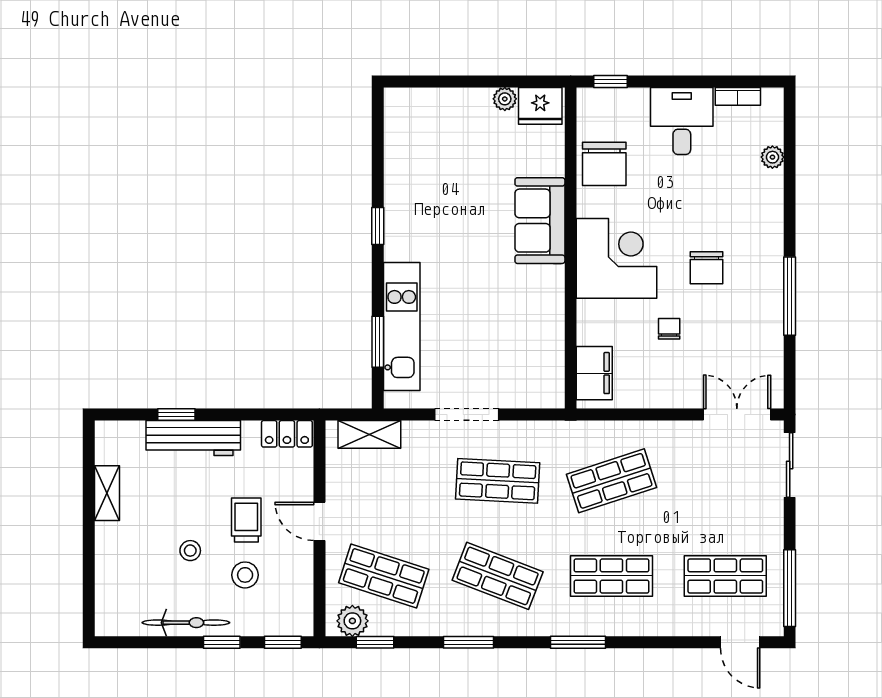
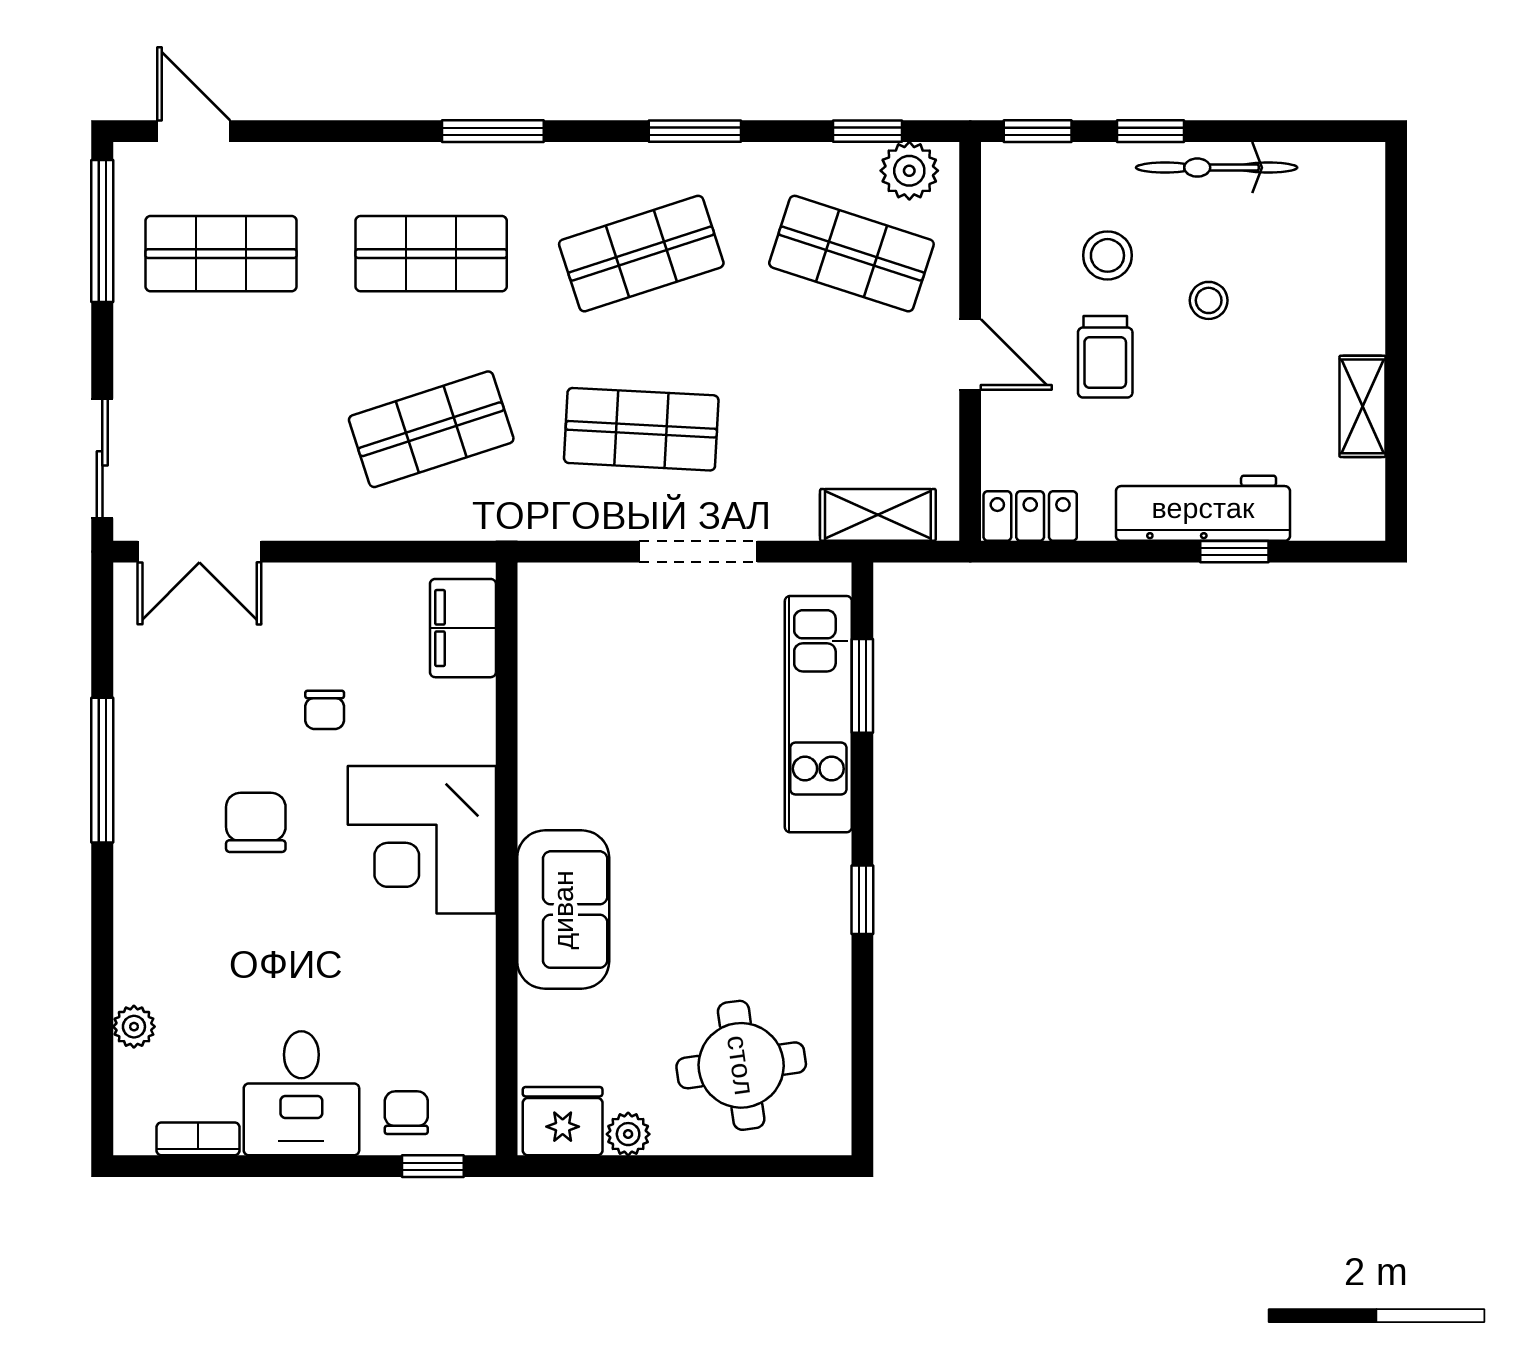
round table: (444, 136) -> (741, 1065), added
chair: (604, 164) -> (406, 1113), moved, width x0.54, depth x0.54
shop shelf: (498, 576) -> (641, 254), turned -39

